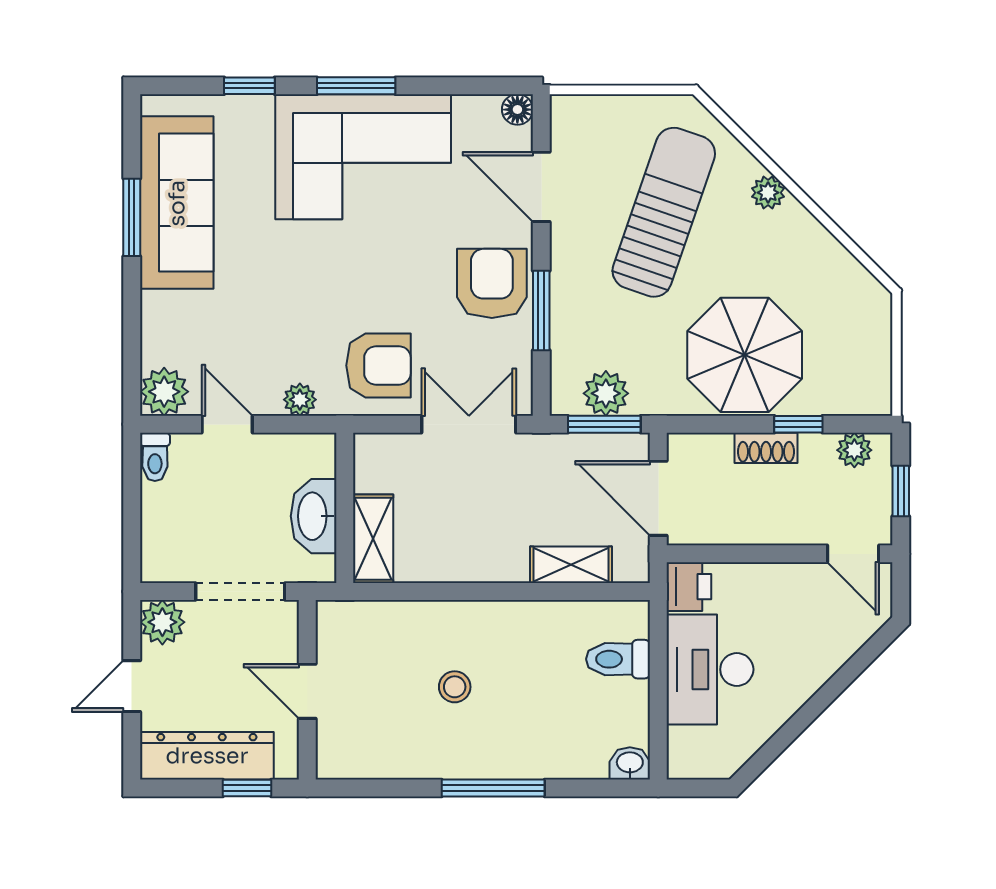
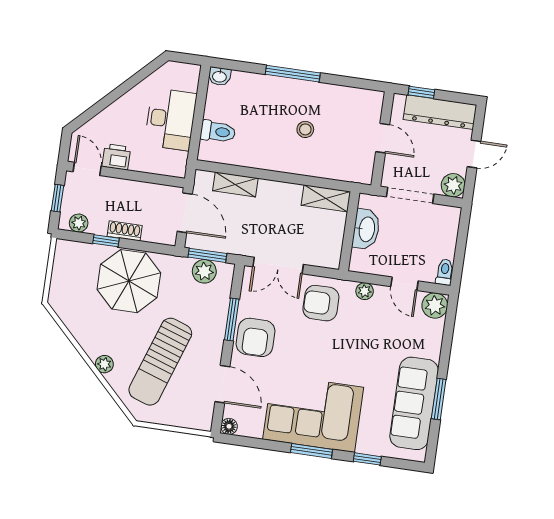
shelving: (373, 539) -> (326, 198), moved, turned 90
printer: (689, 587) -> (116, 157), moved, turned 90

